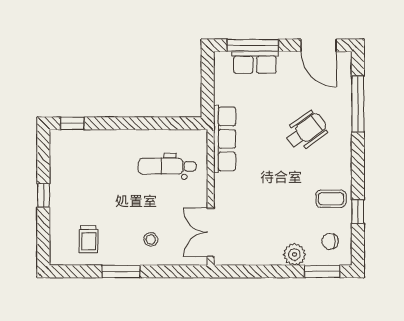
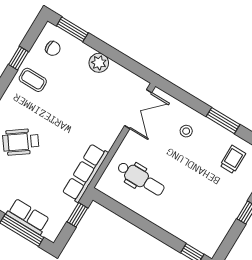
window: (208, 93) -> (77, 215), added
plant: (294, 254) -> (99, 63), moved

